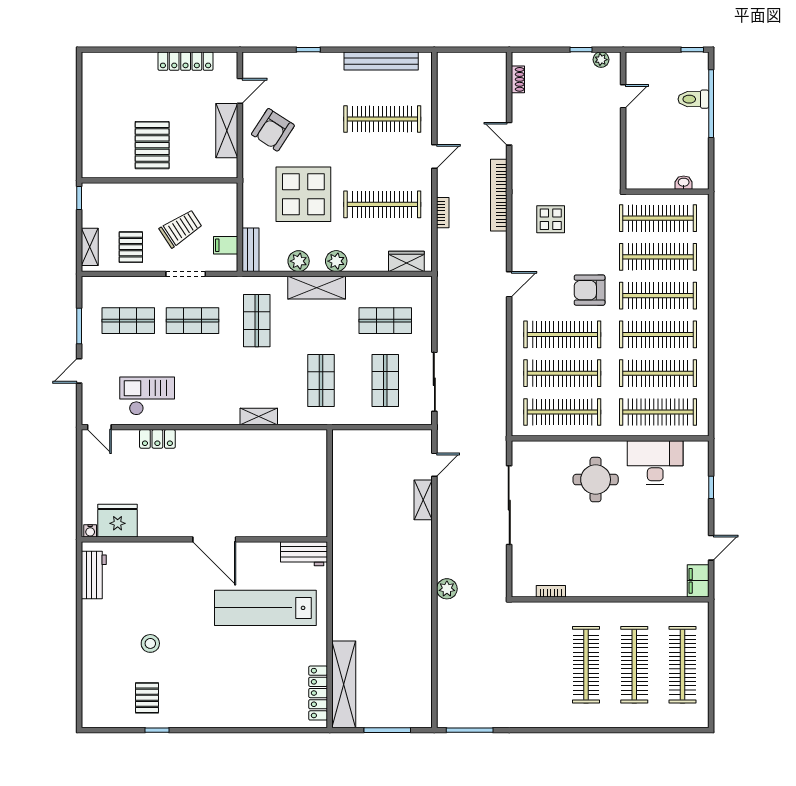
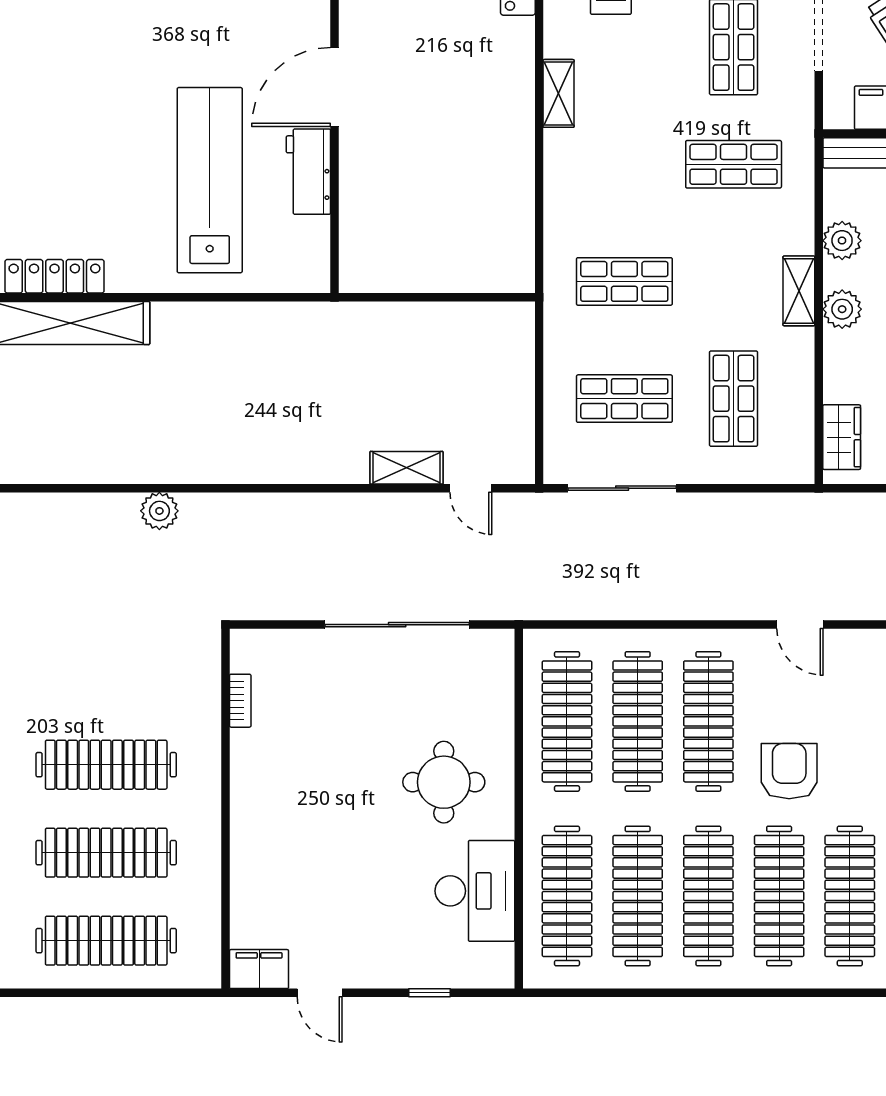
shelving: (317, 288) -> (799, 291), width x0.67, depth x0.75
shelving: (259, 417) -> (559, 93), moved
workbench: (304, 554) -> (308, 172), moved
plant: (447, 589) -> (159, 511), moved

